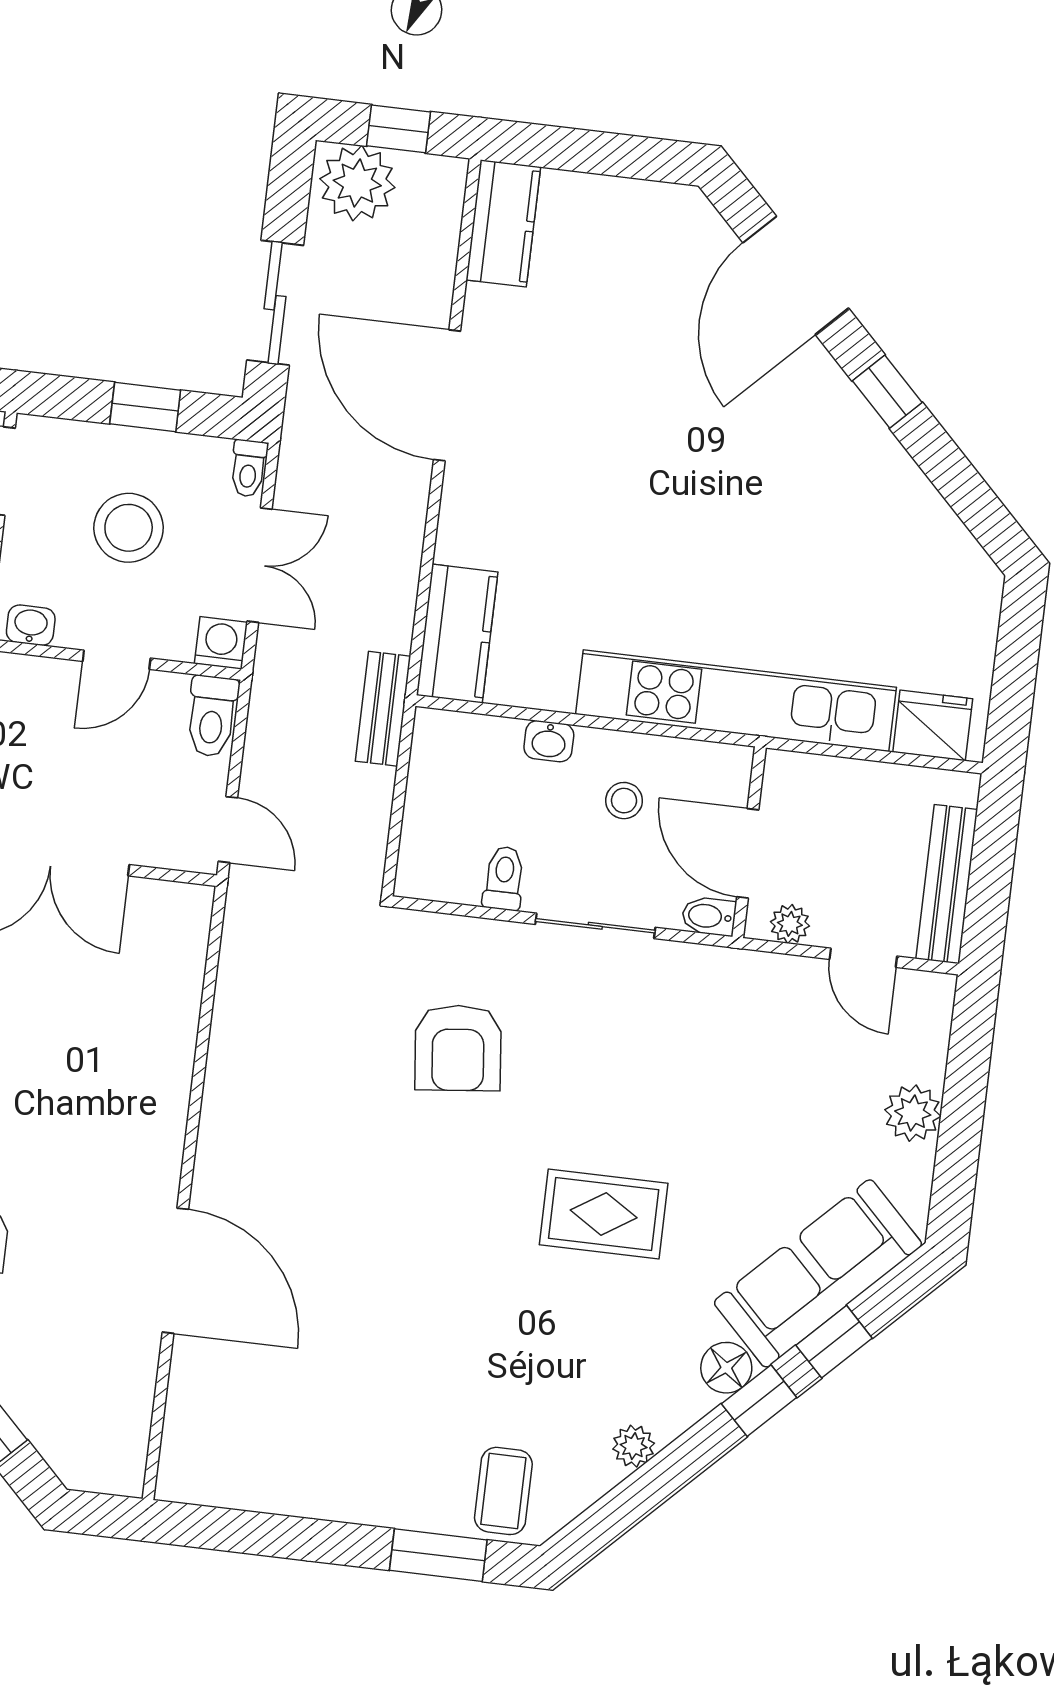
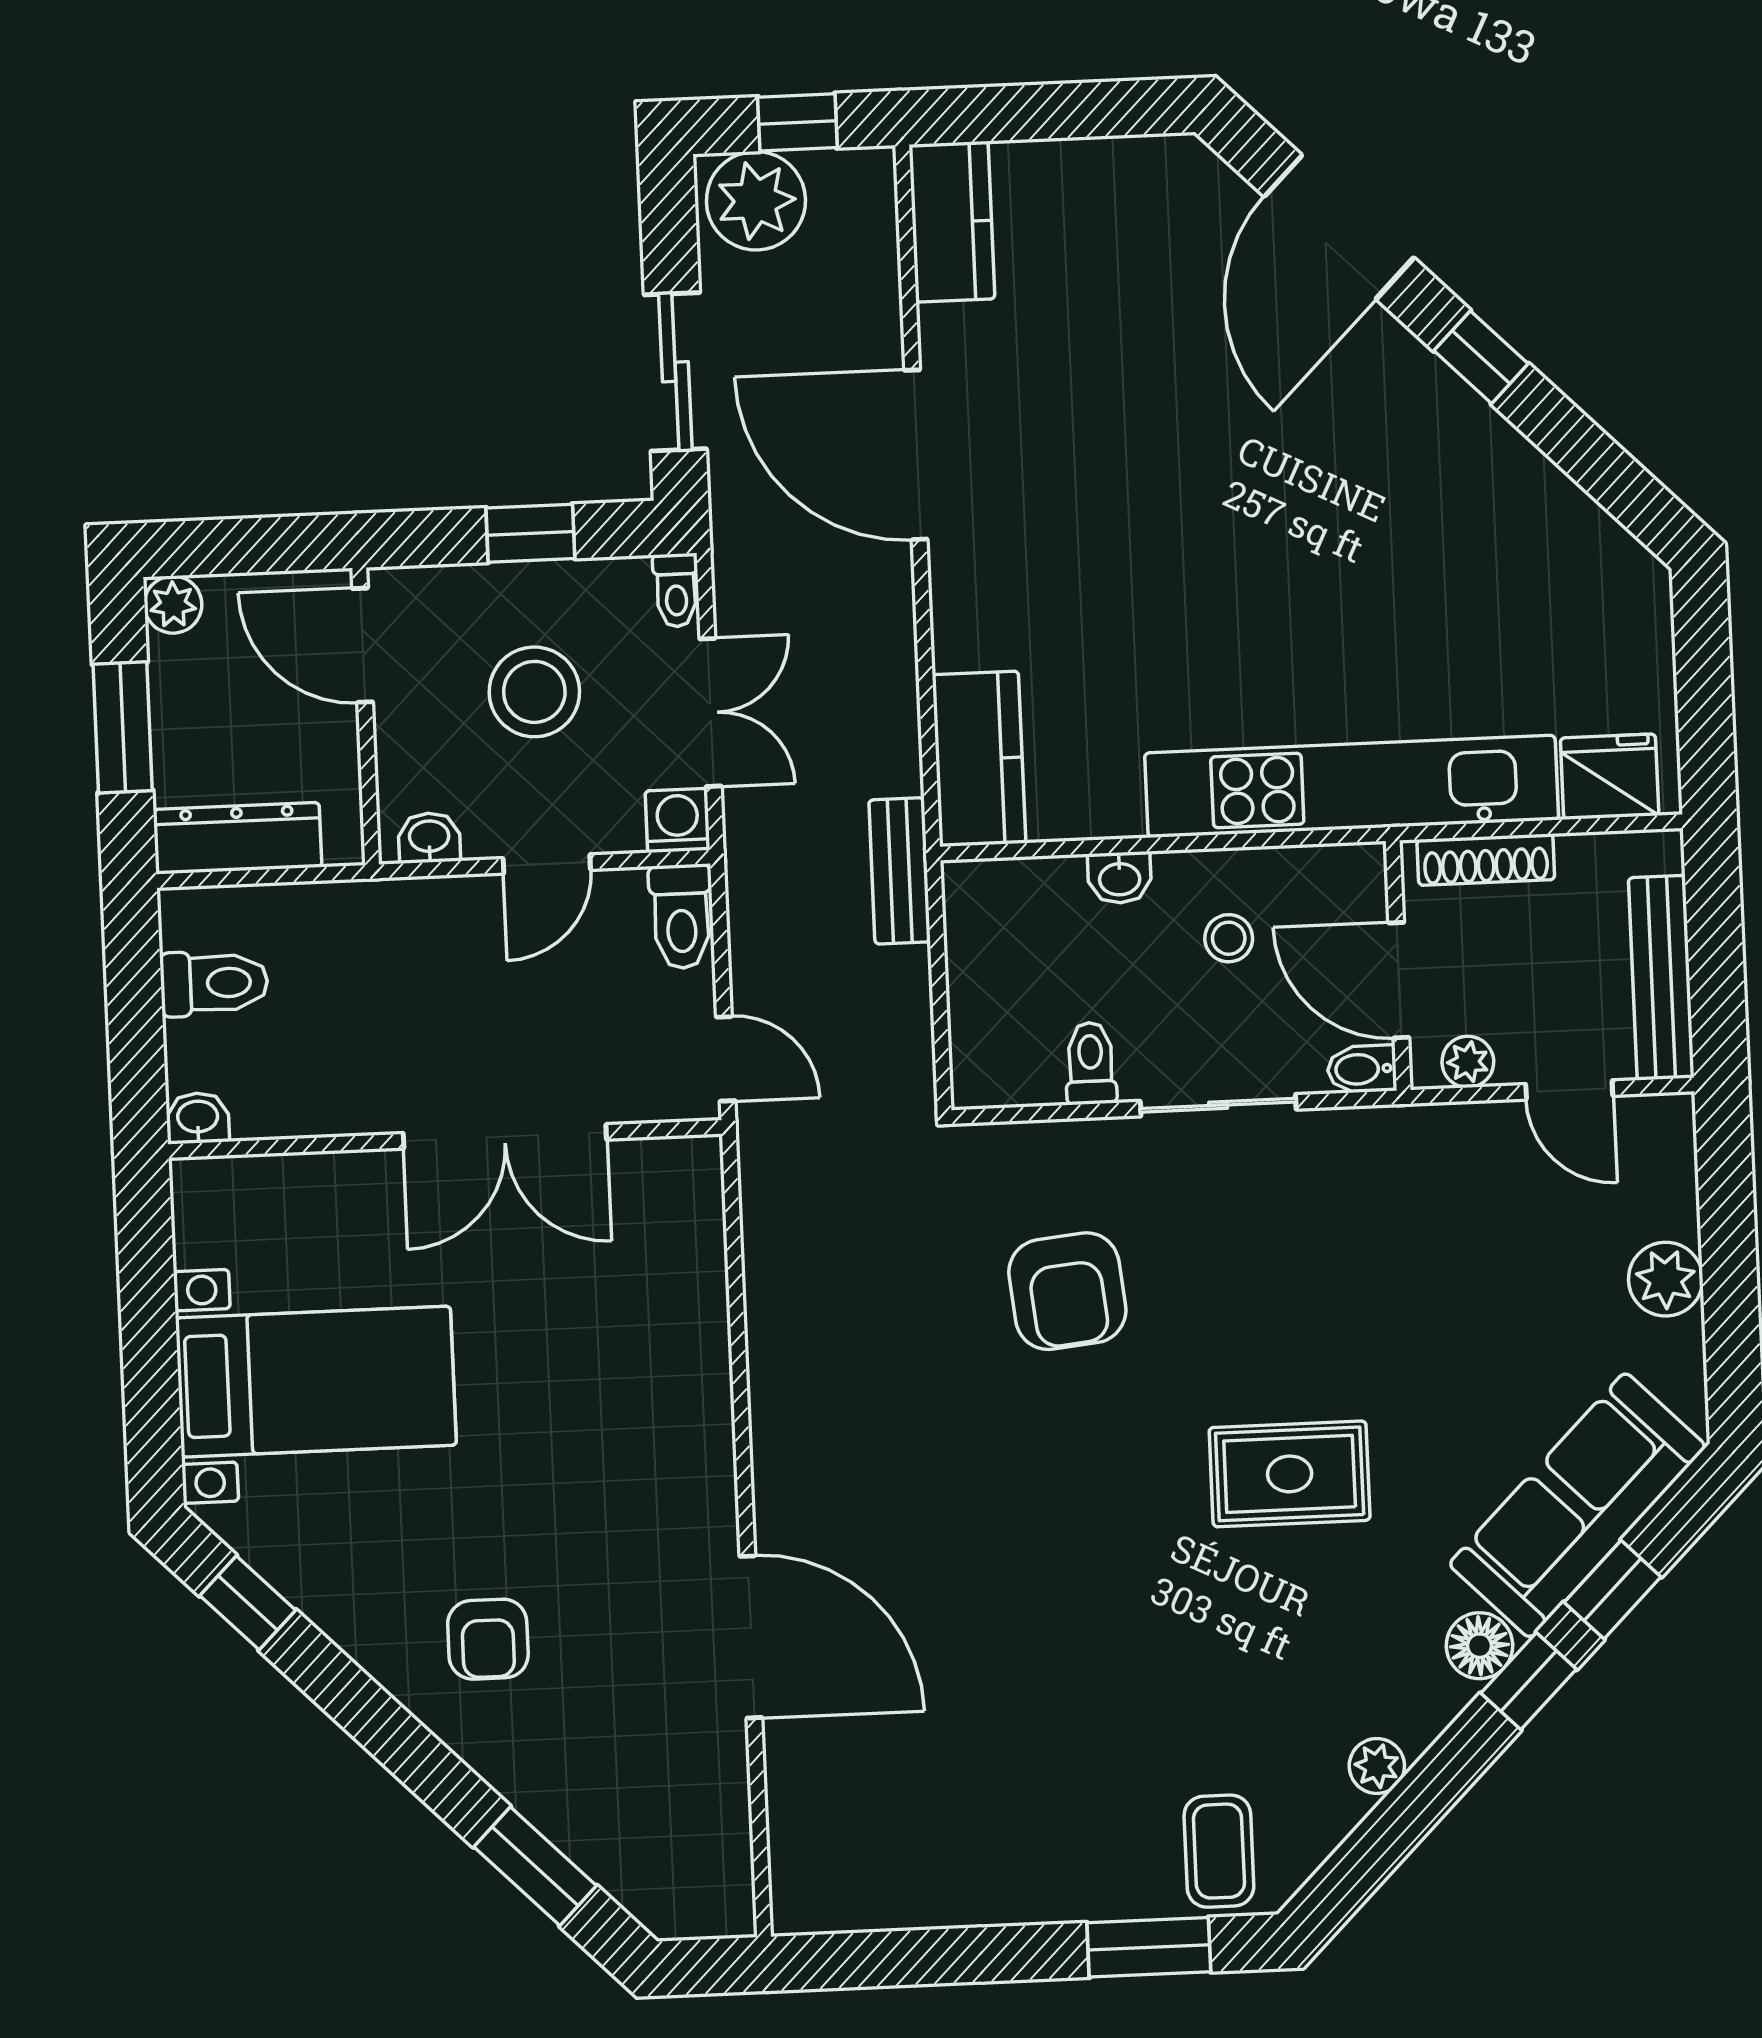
shoe rack: (829, 773) -> (1486, 860), added

